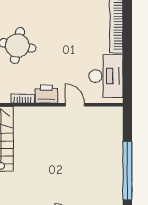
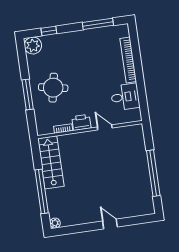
desk: (106, 76) -> (125, 97), width x0.73

